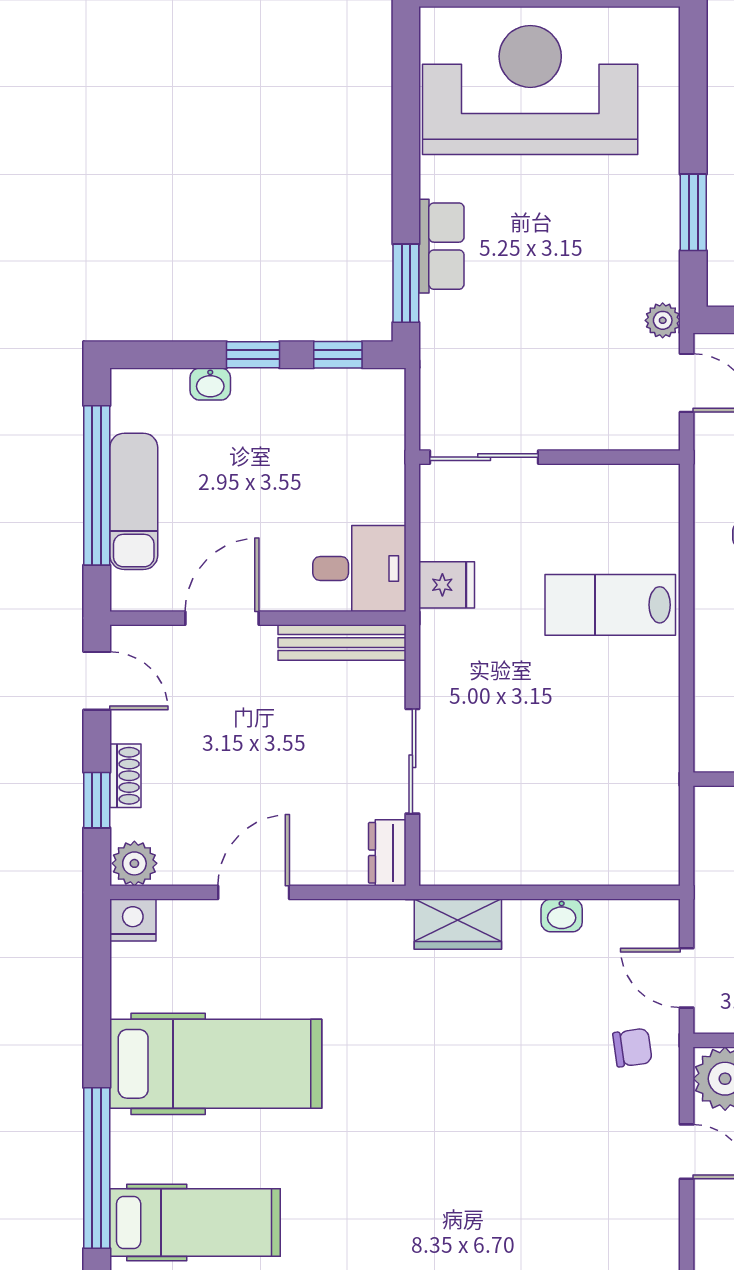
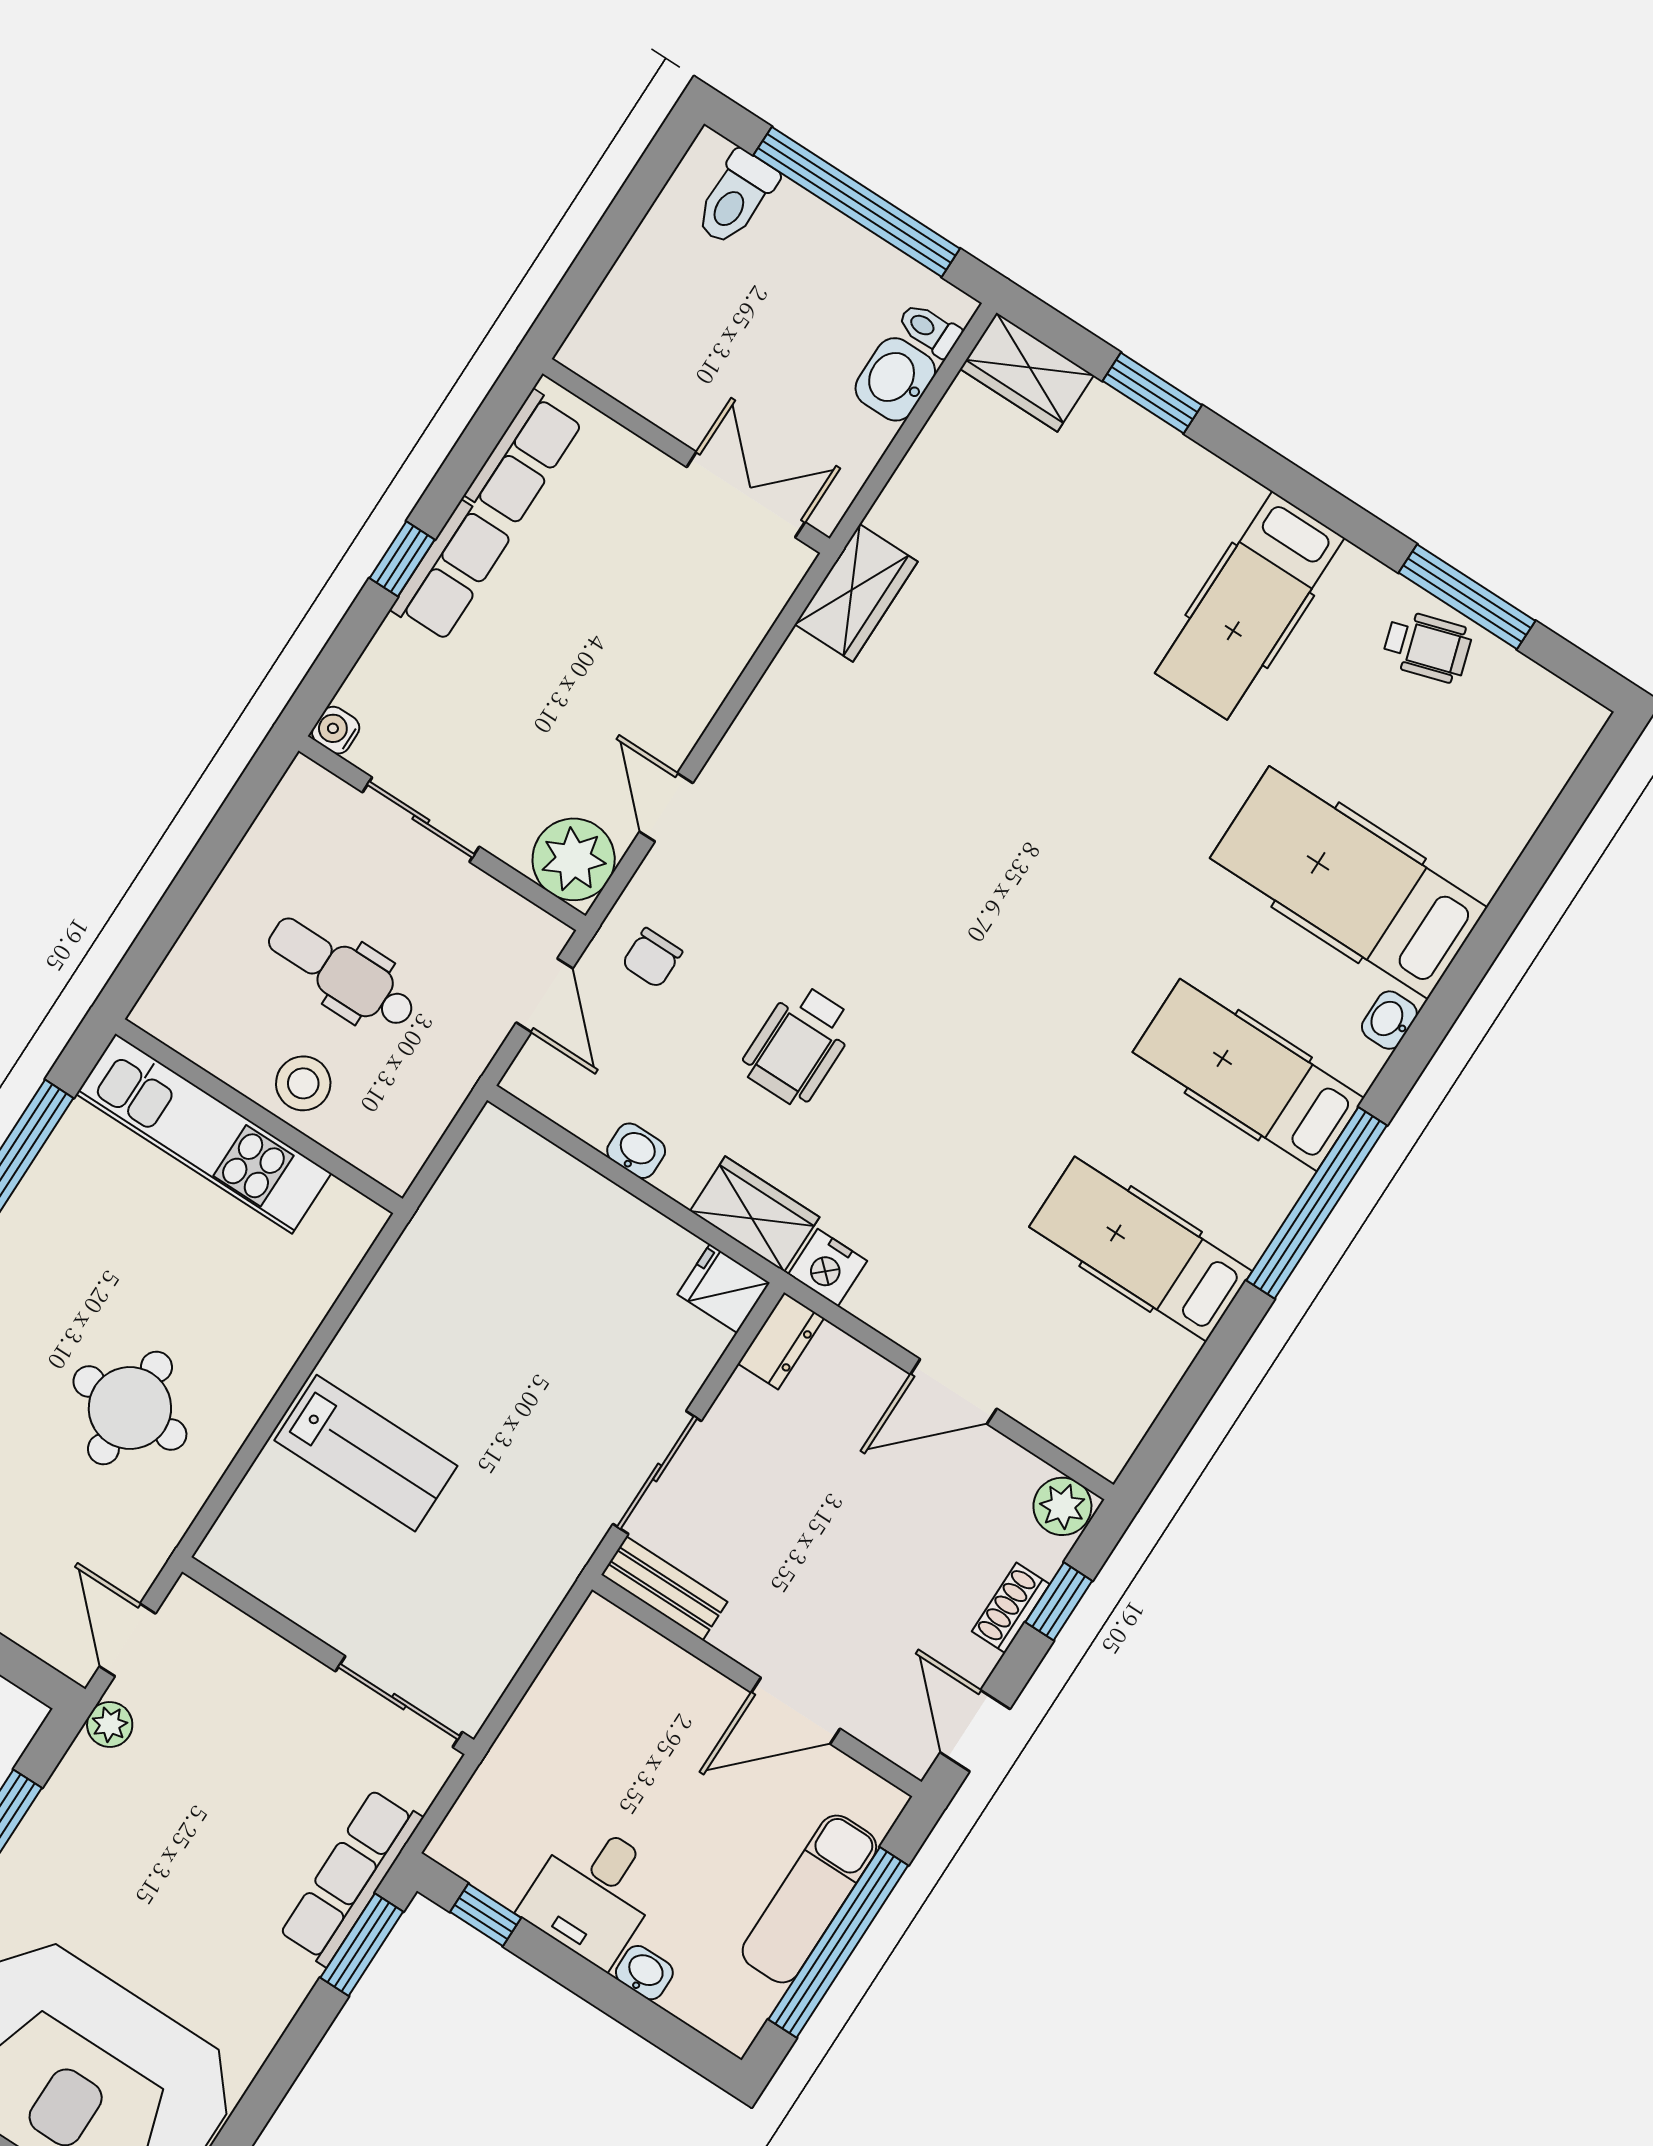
row of seats: (441, 246) -> (351, 1877), moved, width x1.48
window: (253, 355) -> (578, 1974), removed
desk: (359, 568) -> (593, 1893), moved, turned -90
fridge: (447, 585) -> (724, 1289), moved
bench: (342, 643) -> (664, 1588), width x0.73
sliding door: (412, 761) -> (657, 1473), moved
nightstand: (133, 920) -> (828, 1268), moved
chair: (632, 1048) -> (652, 958), turned -82
wheelchair: (501, 1053) -> (798, 1045), added
hospital bed: (216, 1064) -> (1141, 1249), width x0.73, depth x0.78

